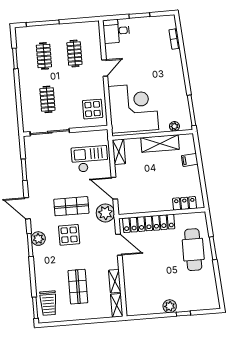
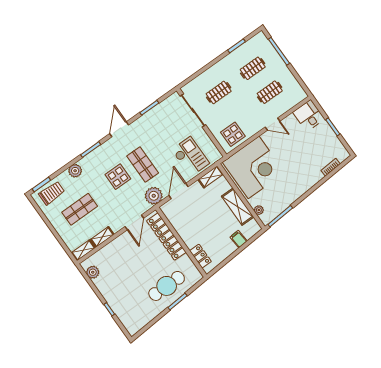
plant: (38, 239) -> (75, 171), moved
trolley: (48, 303) -> (52, 193), turned 180
plant: (170, 306) -> (93, 272), moved

